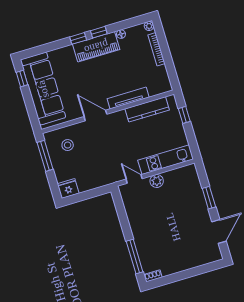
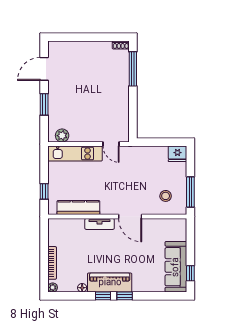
sofa: (43, 89) -> (176, 267), width x0.74, depth x0.79
tv unit: (128, 98) -> (100, 224), width x0.71
plant: (157, 181) -> (62, 136), moved

